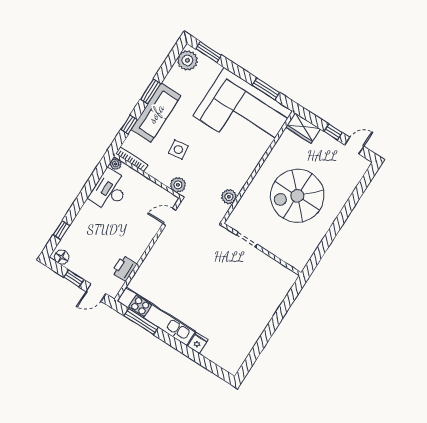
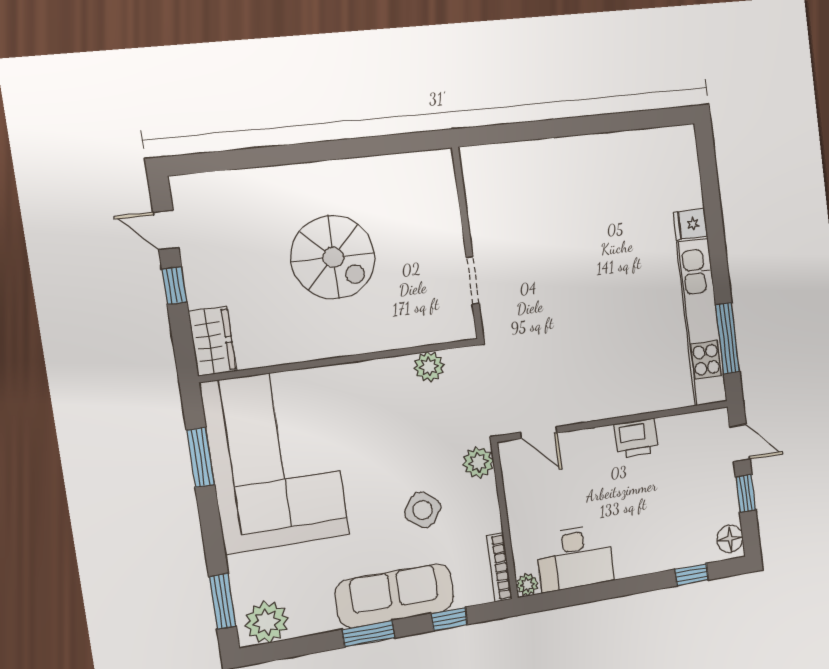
side table: (178, 150) -> (423, 510), turned 45
spiral stairs: (297, 196) -> (333, 257), width x0.73, depth x0.73
printer: (124, 268) -> (636, 438), moved

